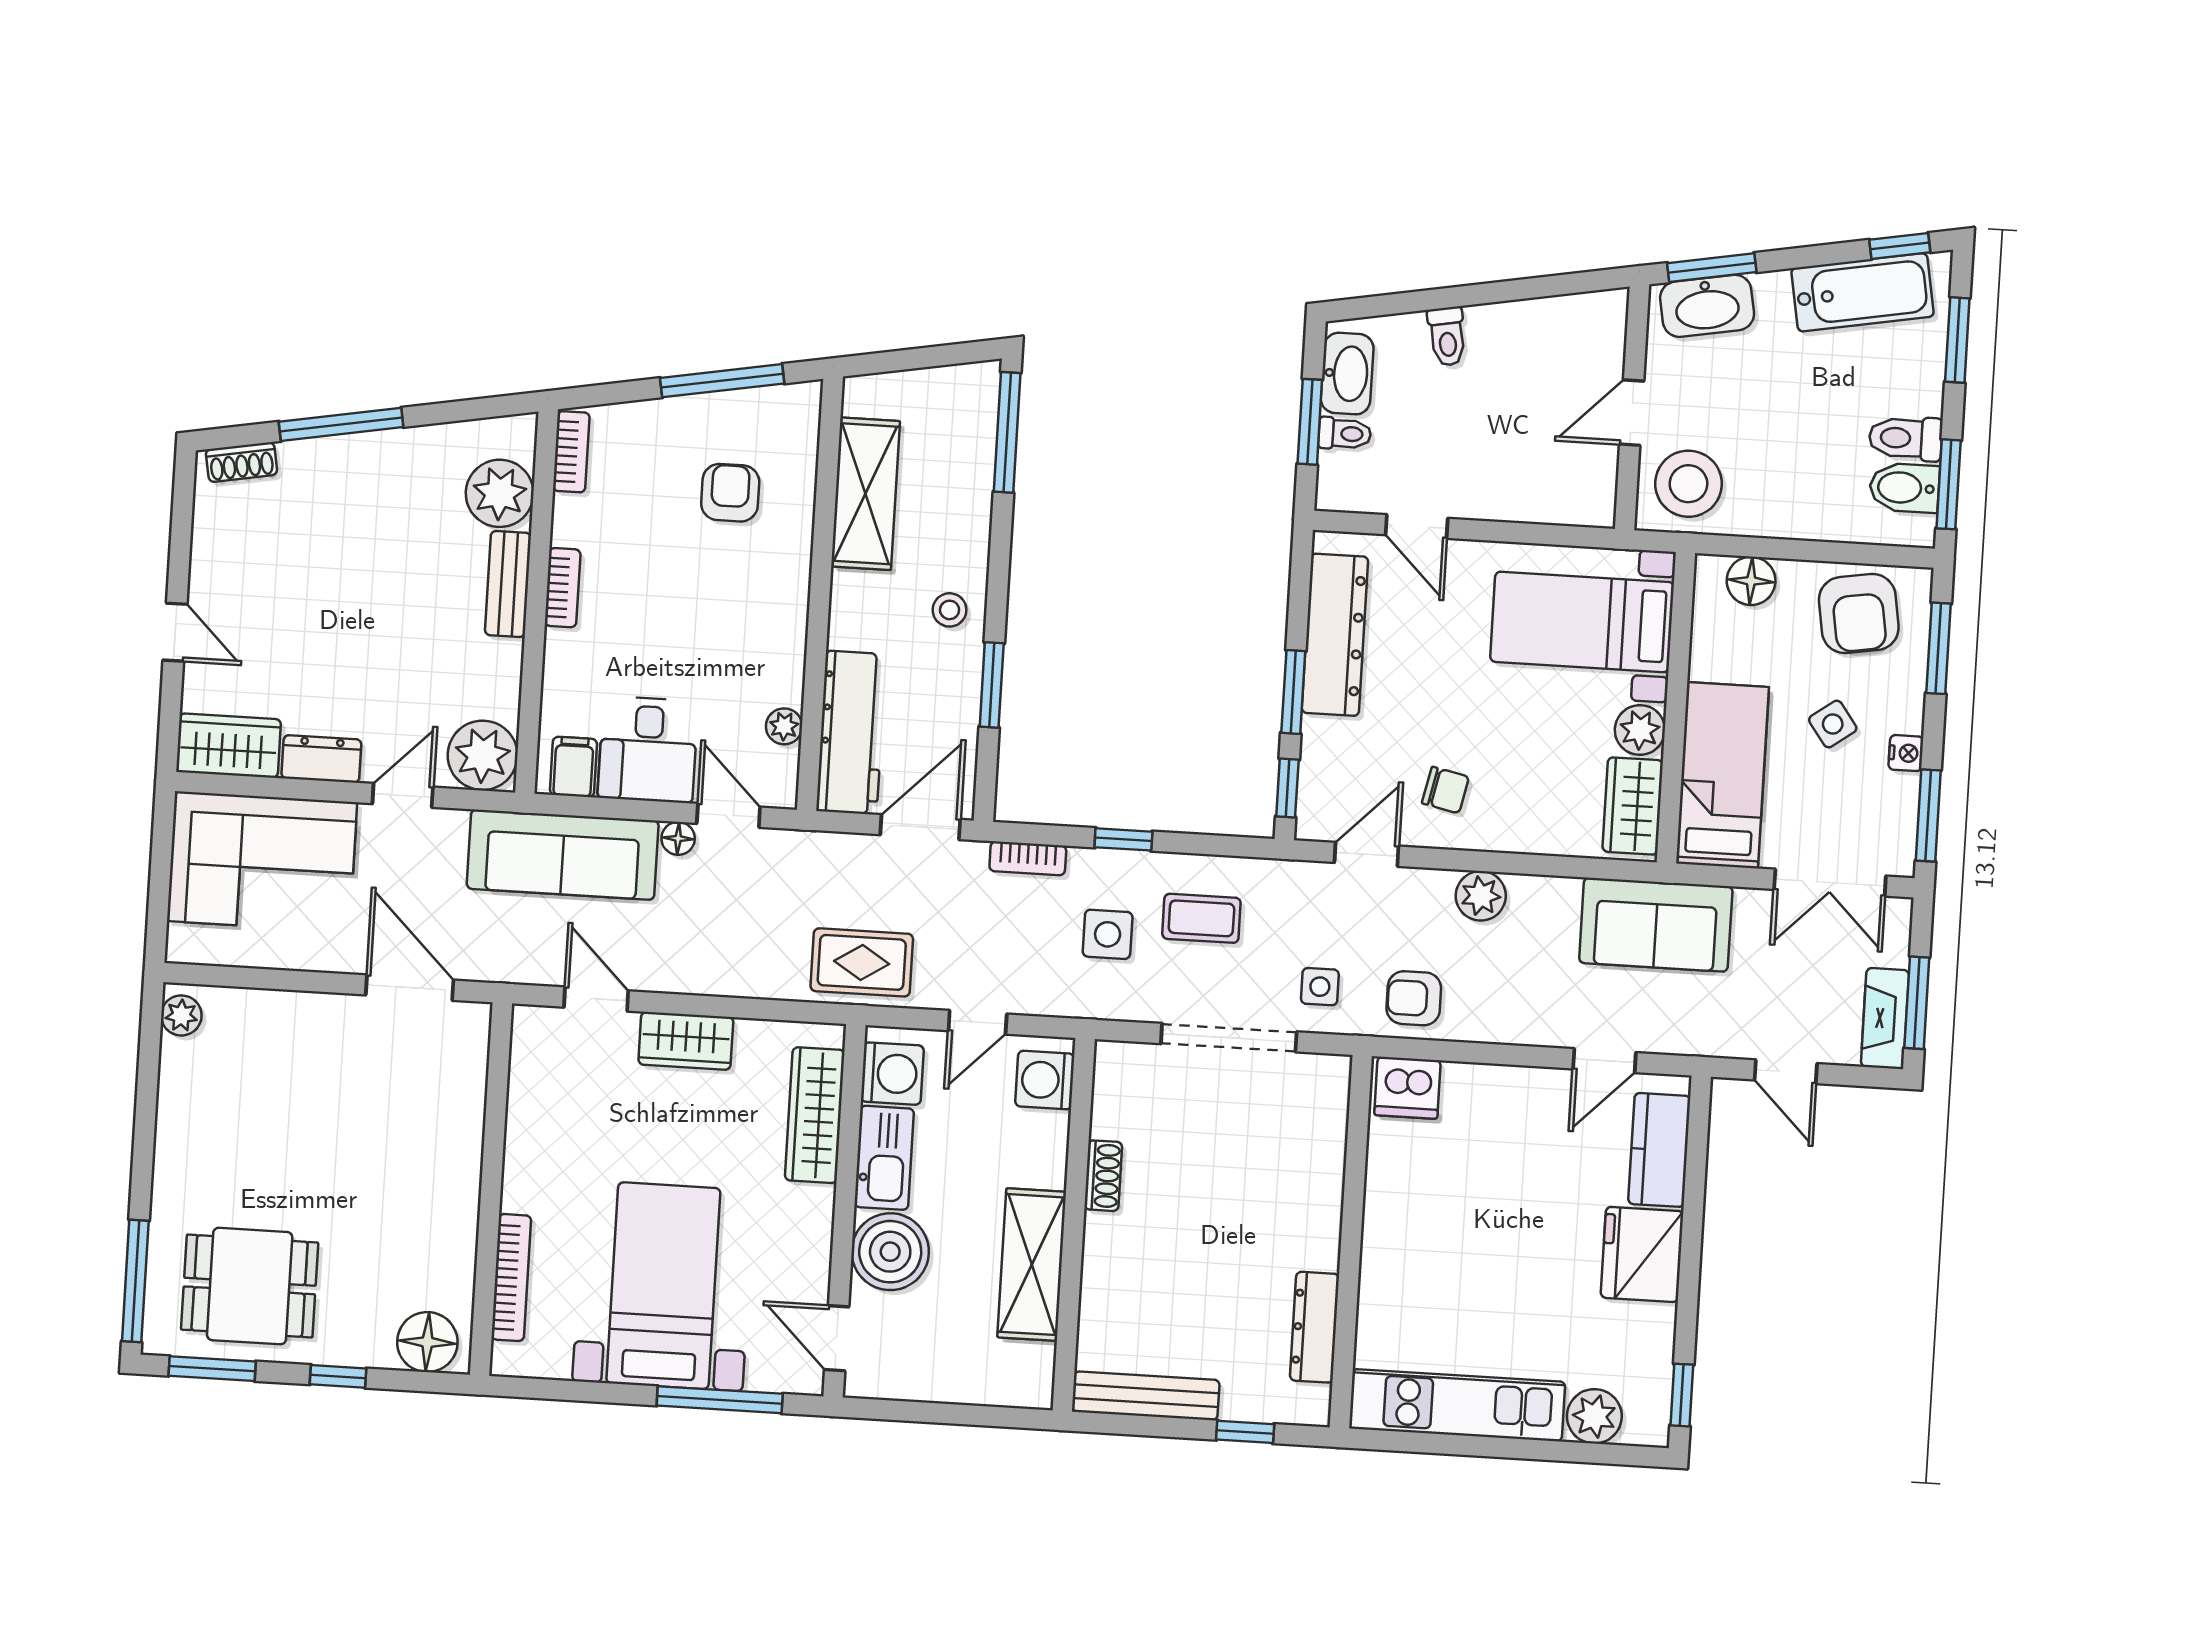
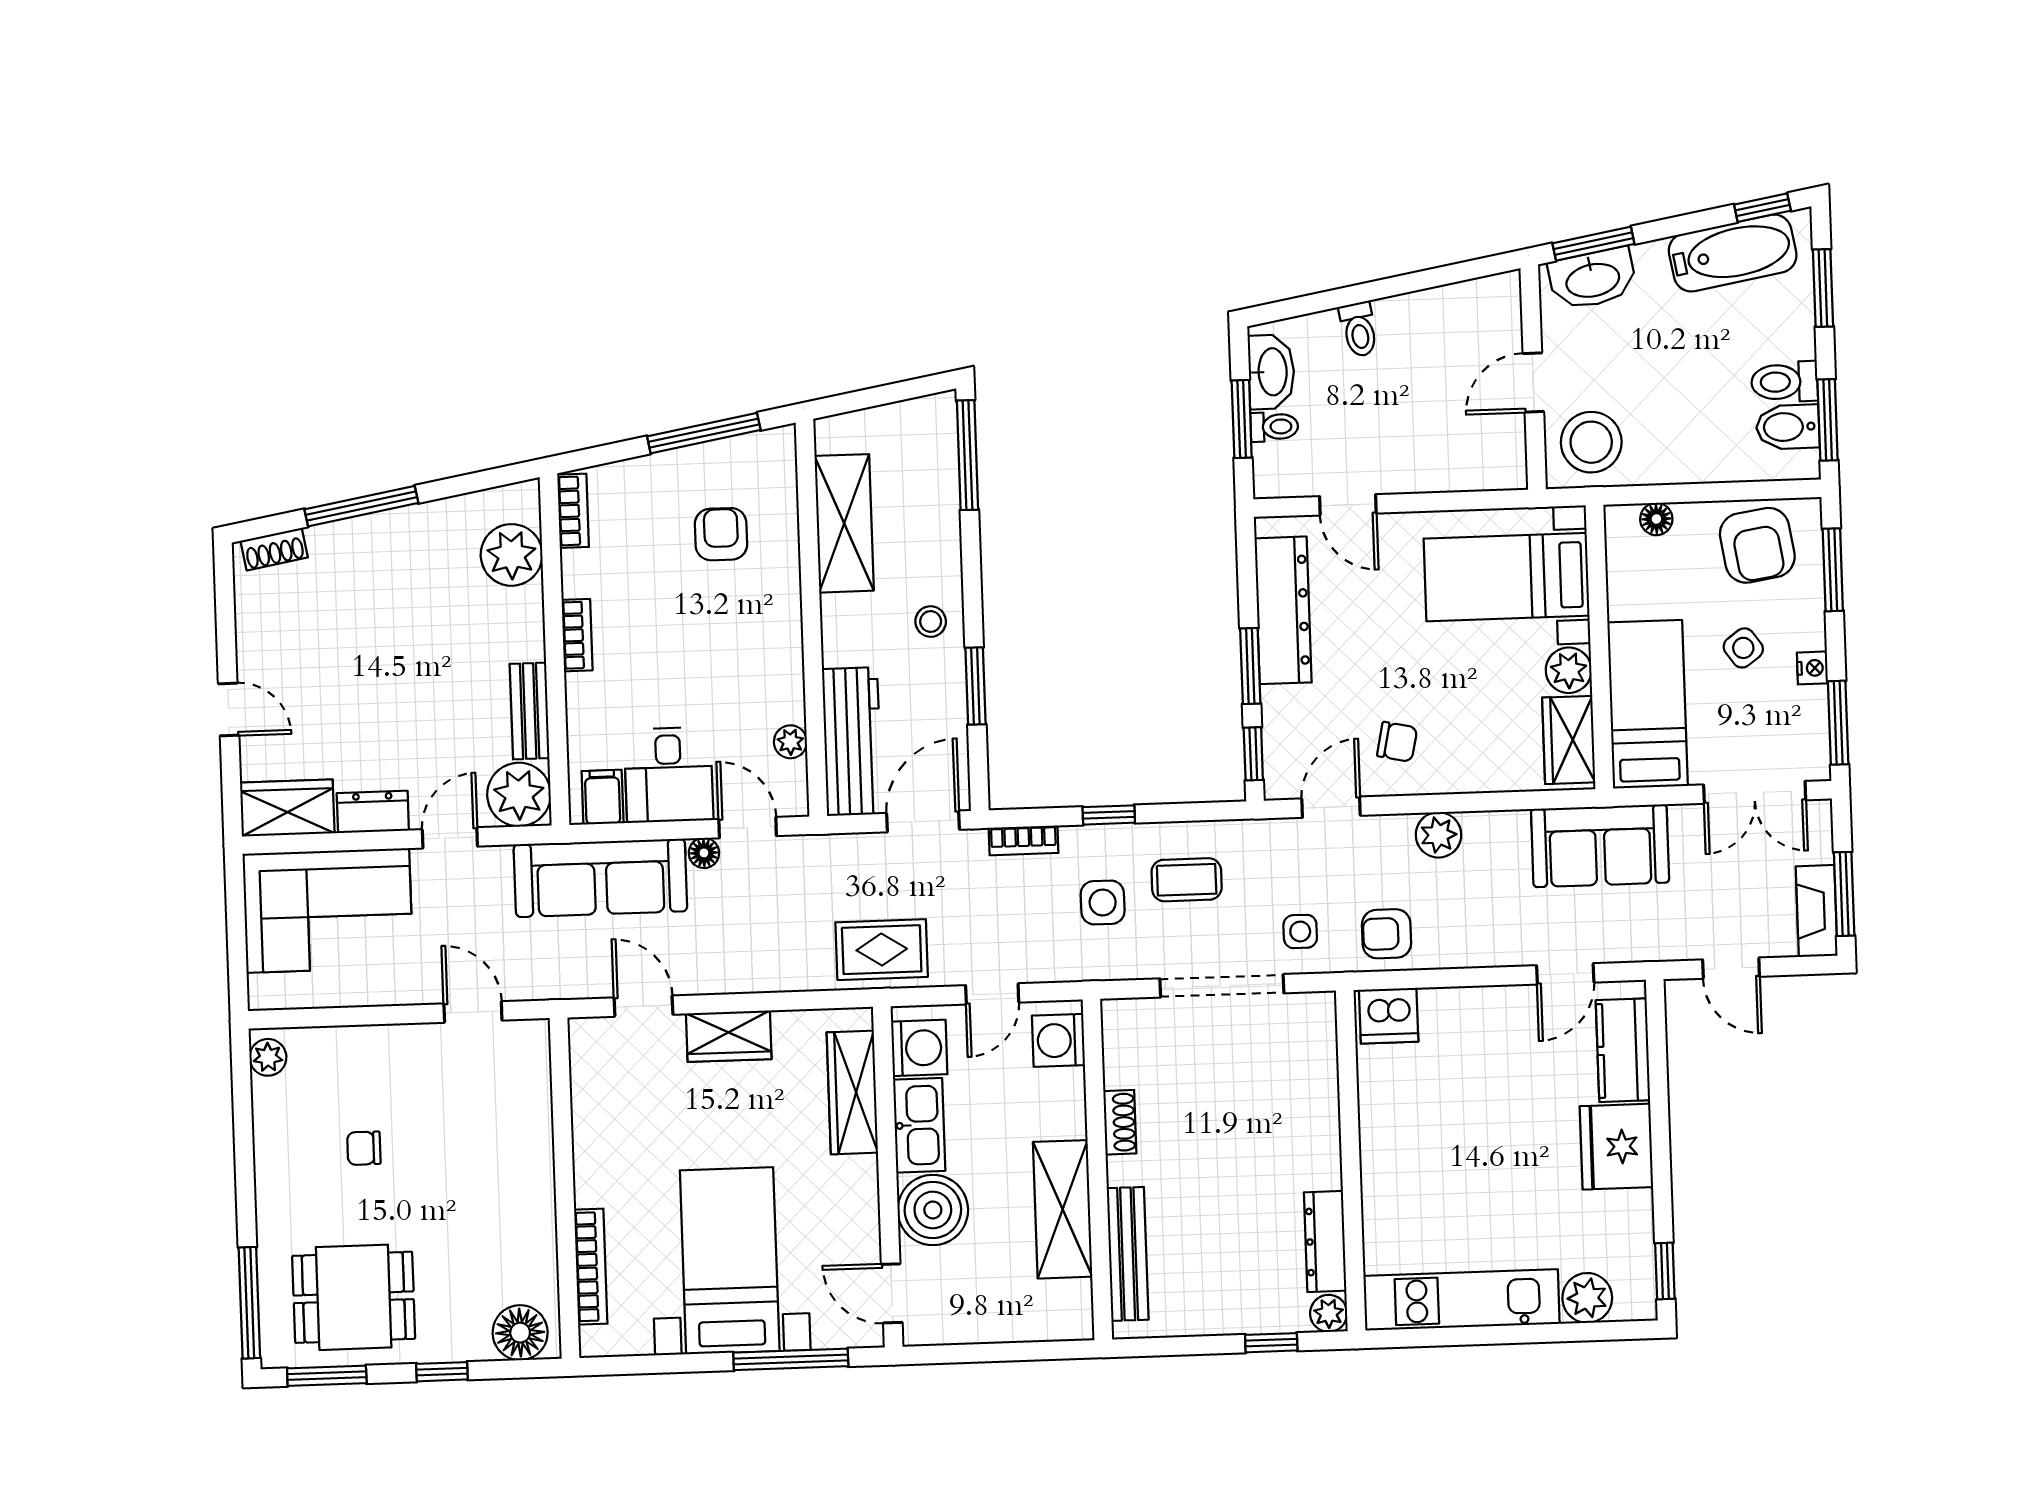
floor lamp: (1751, 581) -> (1656, 519), width x0.73, depth x0.73
bench: (508, 584) -> (530, 711), moved
door: (410, 988) -> (473, 1012), width x0.73
chair: (276, 1125) -> (364, 1148), added
bench: (1146, 1396) -> (1128, 1254), moved, turned 90
plant: (1311, 1406) -> (1329, 1313), added

